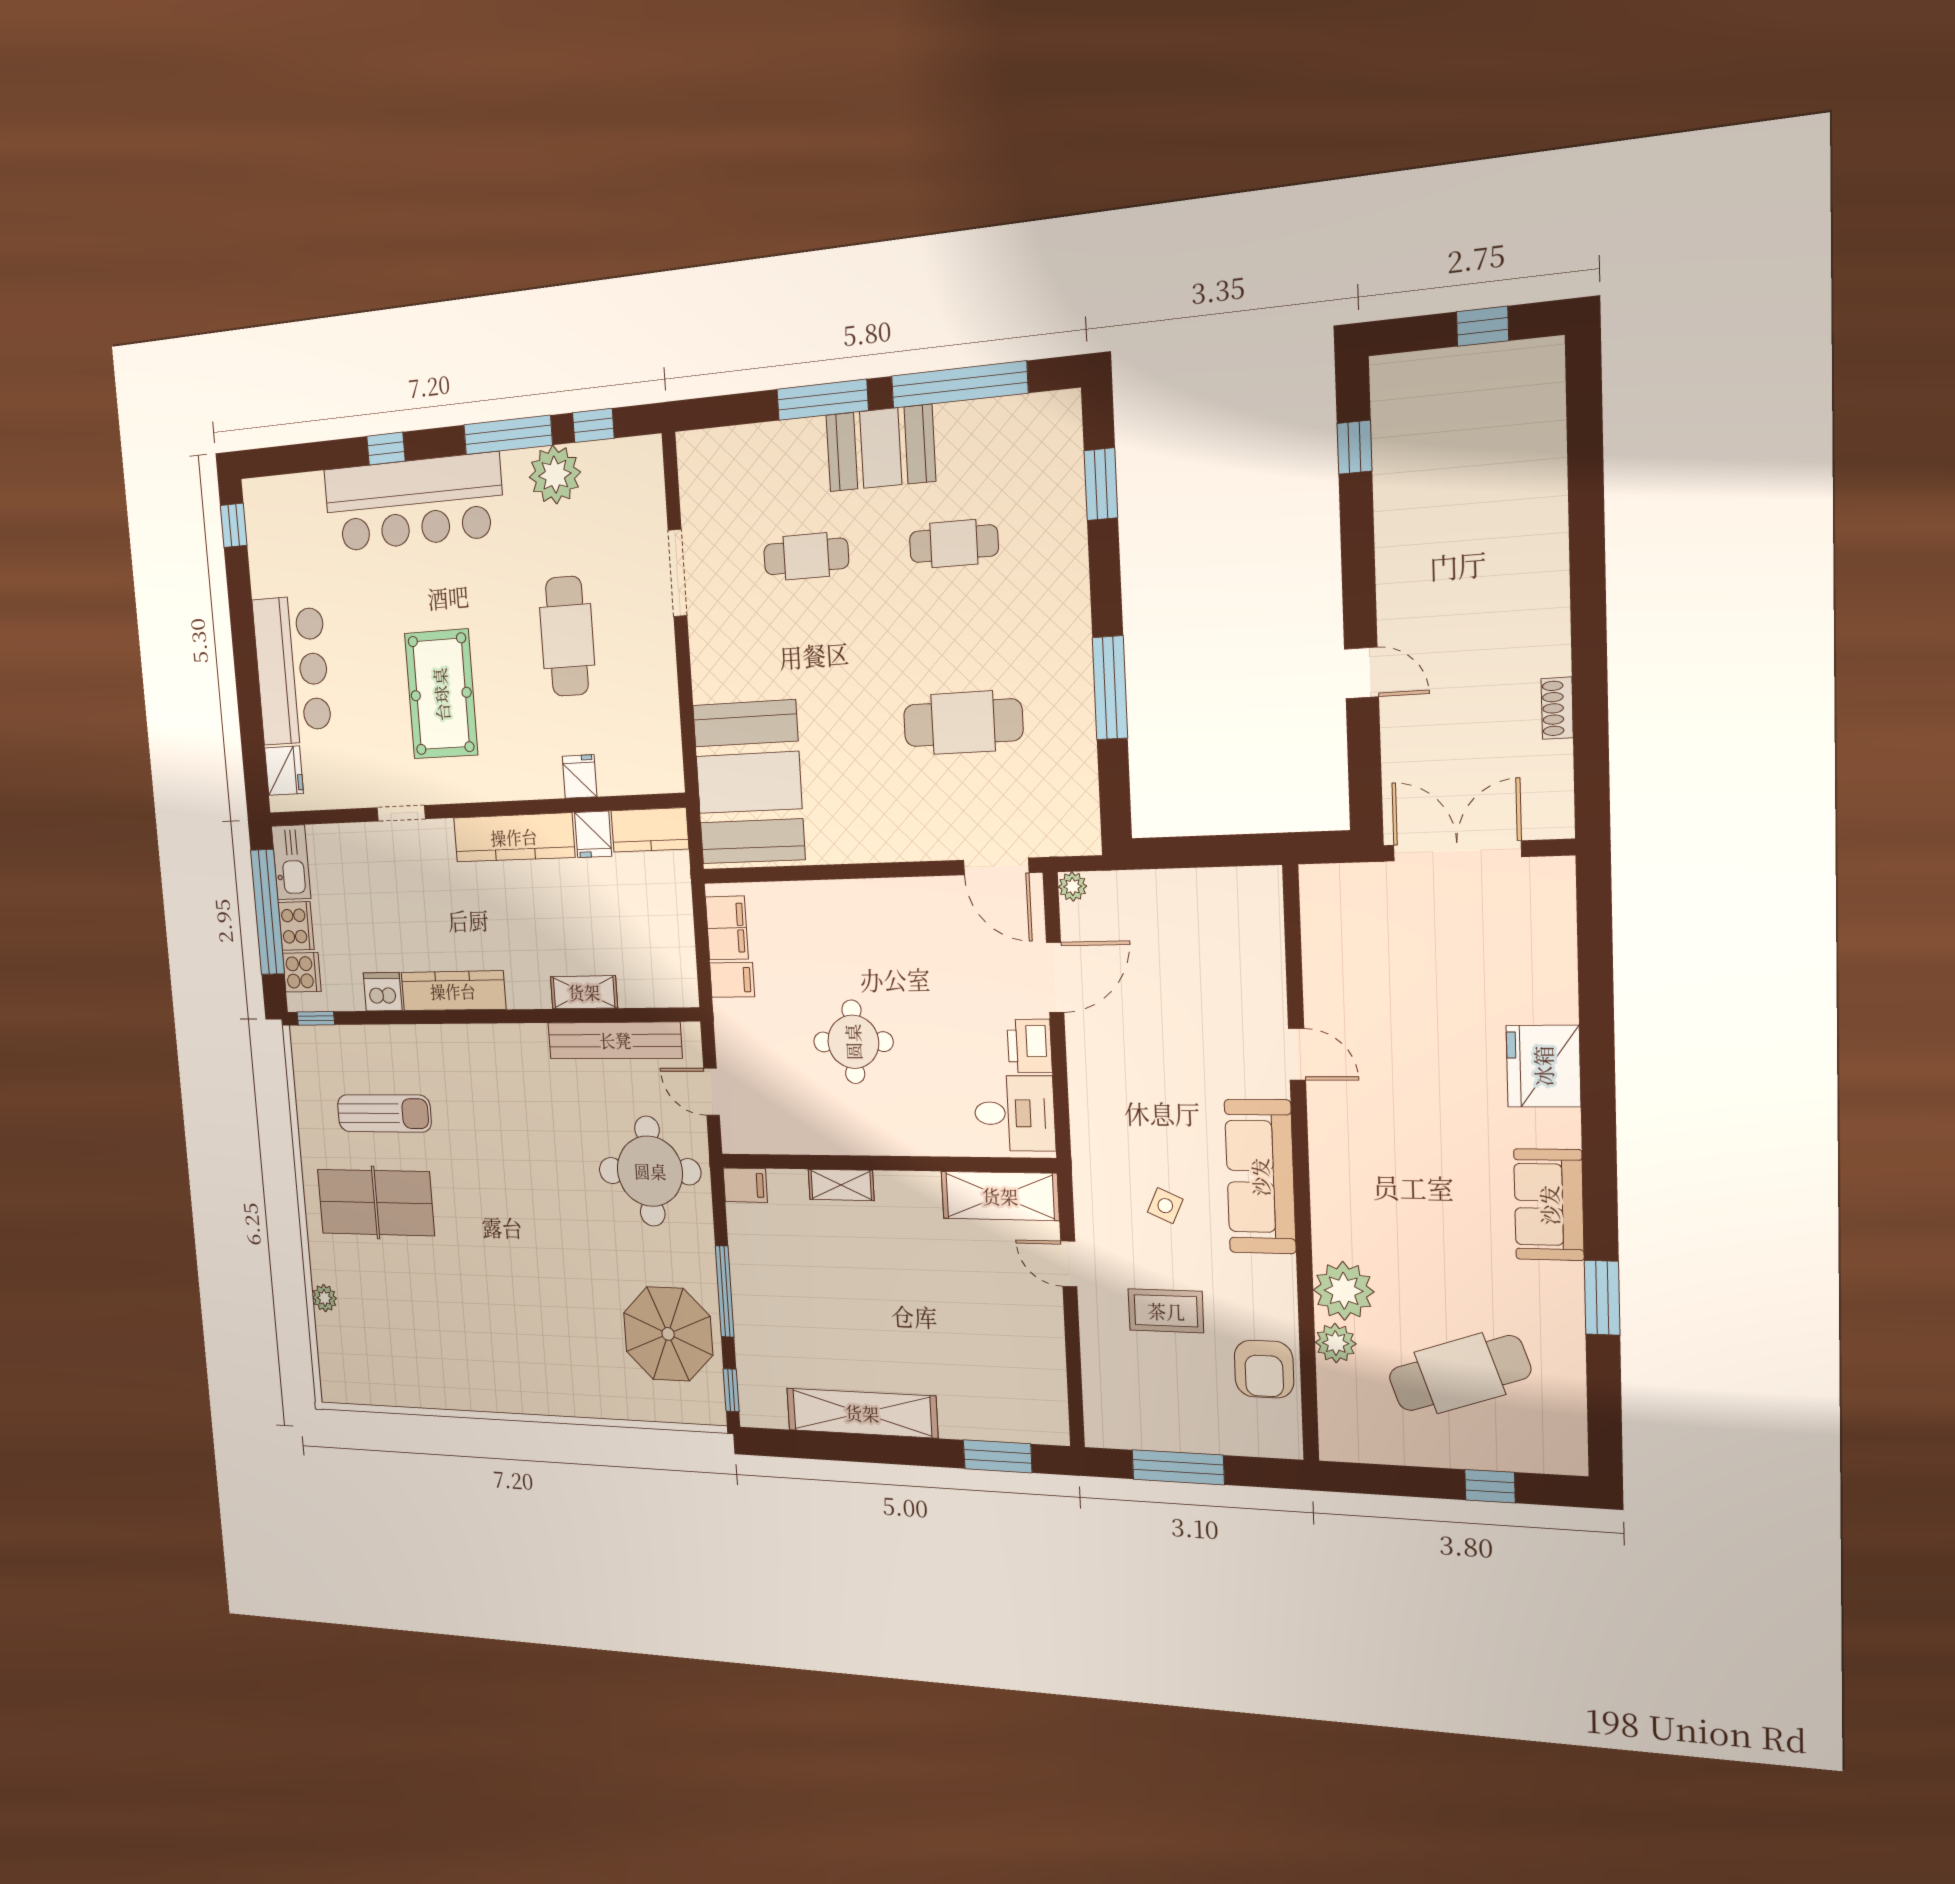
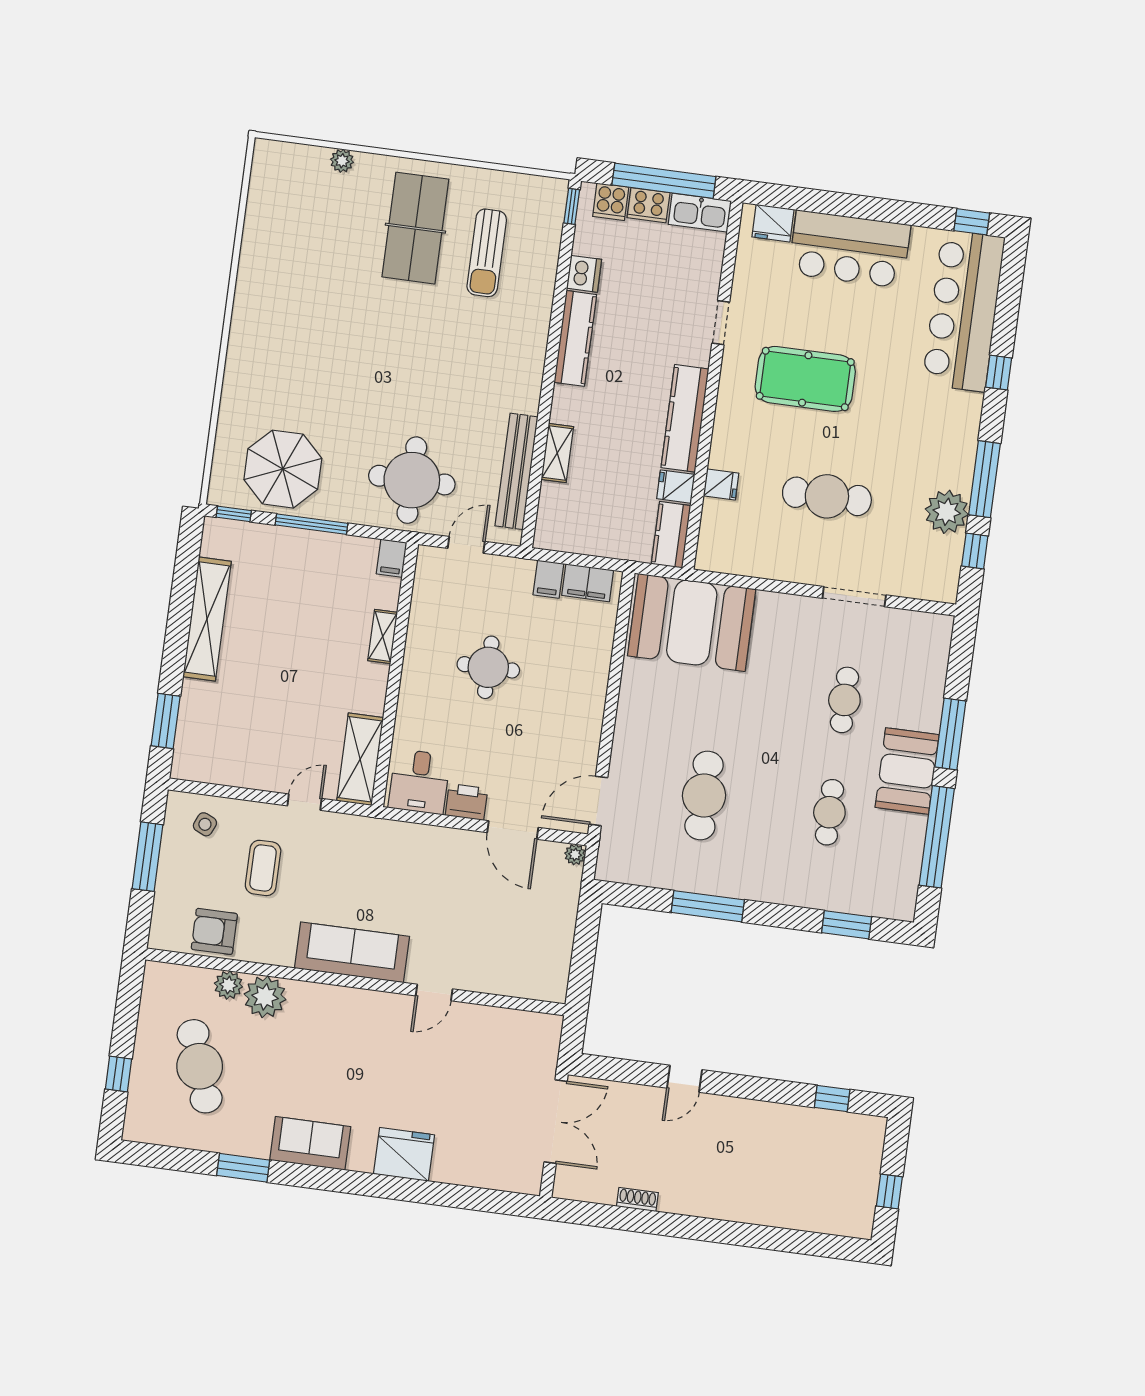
bar counter: (413, 502) -> (964, 311), moved
side table: (1165, 1206) -> (205, 824), moved

